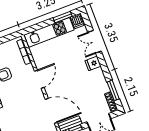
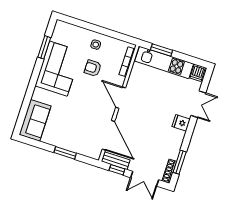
window: (63, 17) -> (162, 50), moved
double door: (95, 42) -> (198, 104), swing flipped
door: (39, 79) -> (121, 98), swing flipped

